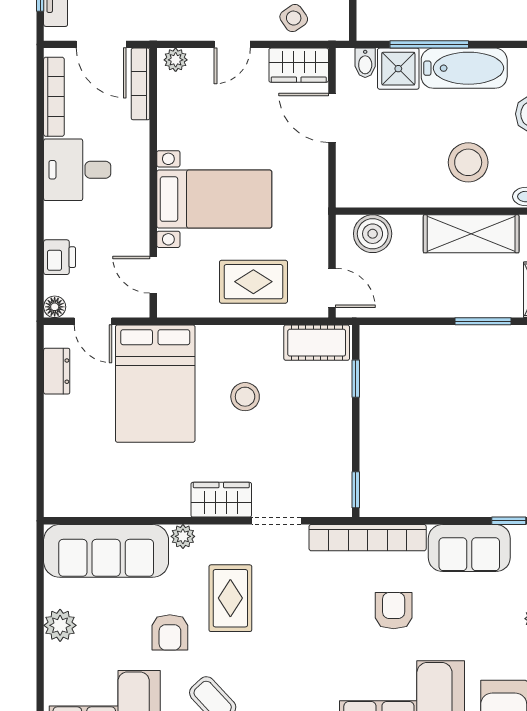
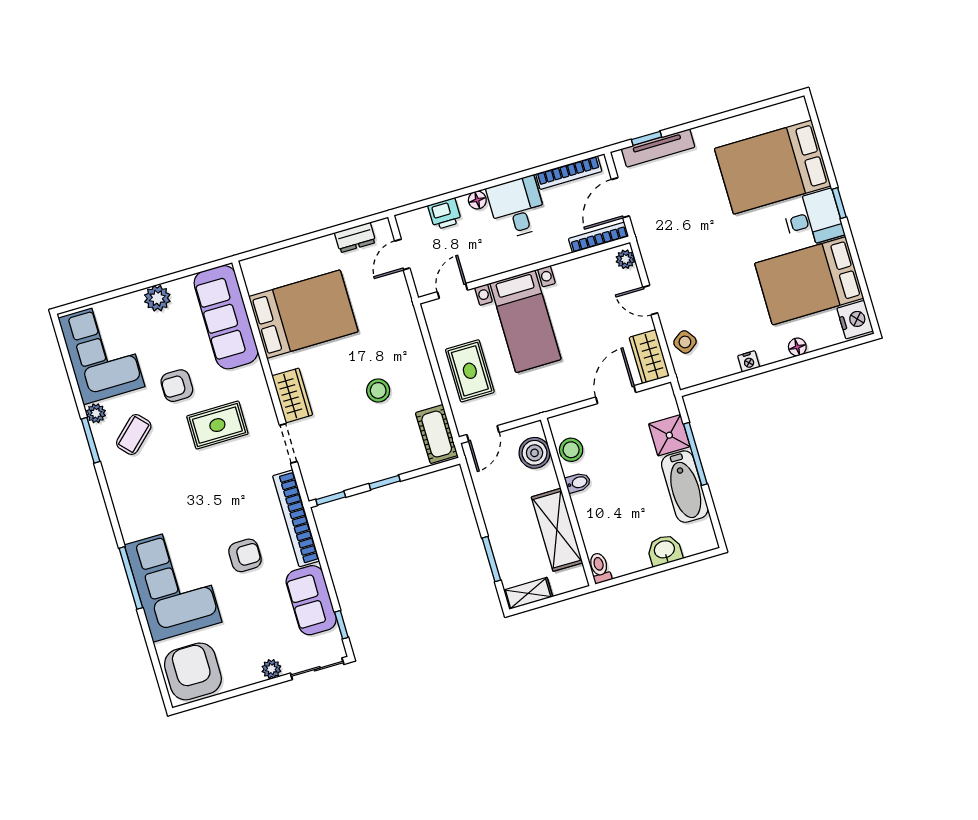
bidet: (365, 63) -> (578, 483), moved, turned 180
stool: (468, 162) -> (571, 450), moved, width x0.73, depth x0.73
floor lamp: (55, 307) -> (477, 200), moved
window: (356, 379) -> (385, 482), moved
bed: (155, 384) -> (303, 314), moved, turned 180
plant: (183, 536) -> (255, 374), removed

